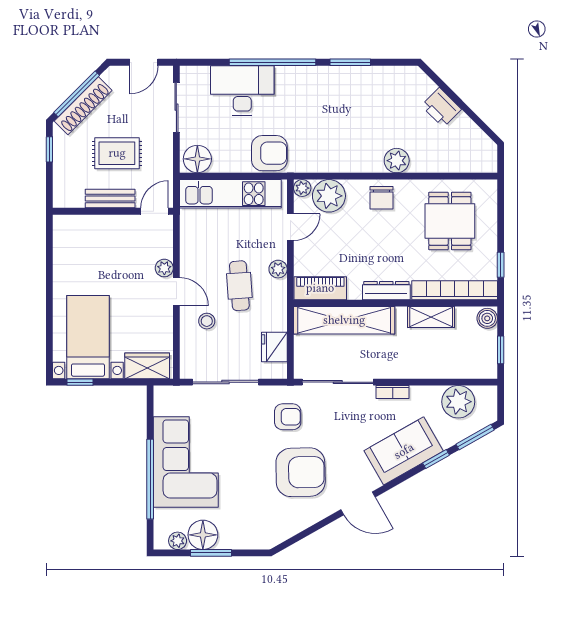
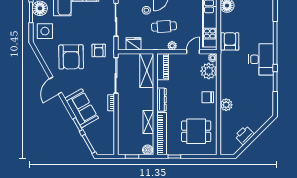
desk: (242, 90) -> (261, 59), moved
printer: (441, 107) -> (244, 135), moved
armchair: (269, 153) -> (230, 41), turned 180
door: (290, 227) -> (193, 52), swing flipped
shelving: (344, 320) -> (147, 71), width x0.68
plant: (458, 402) -> (106, 135), removed
side table: (249, 525) -> (45, 31), added

